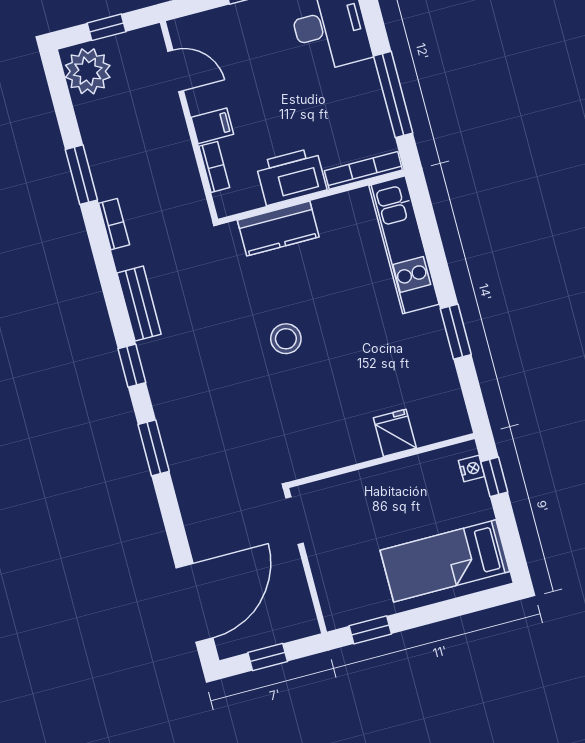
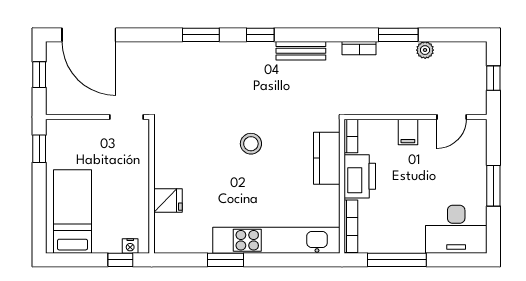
plant: (88, 71) -> (425, 50), moved, width x0.53, depth x0.53
bookcase: (214, 167) -> (351, 136), moved, turned -90
kitchen unit: (404, 245) -> (276, 240), width x1.36

